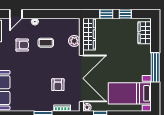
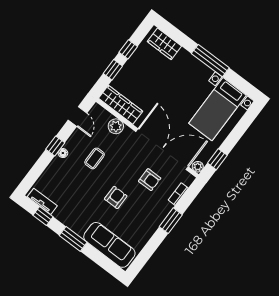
door: (16, 14) -> (78, 116), moved
window: (36, 14) -> (55, 146), added
armchair: (22, 45) -> (116, 197), moved

